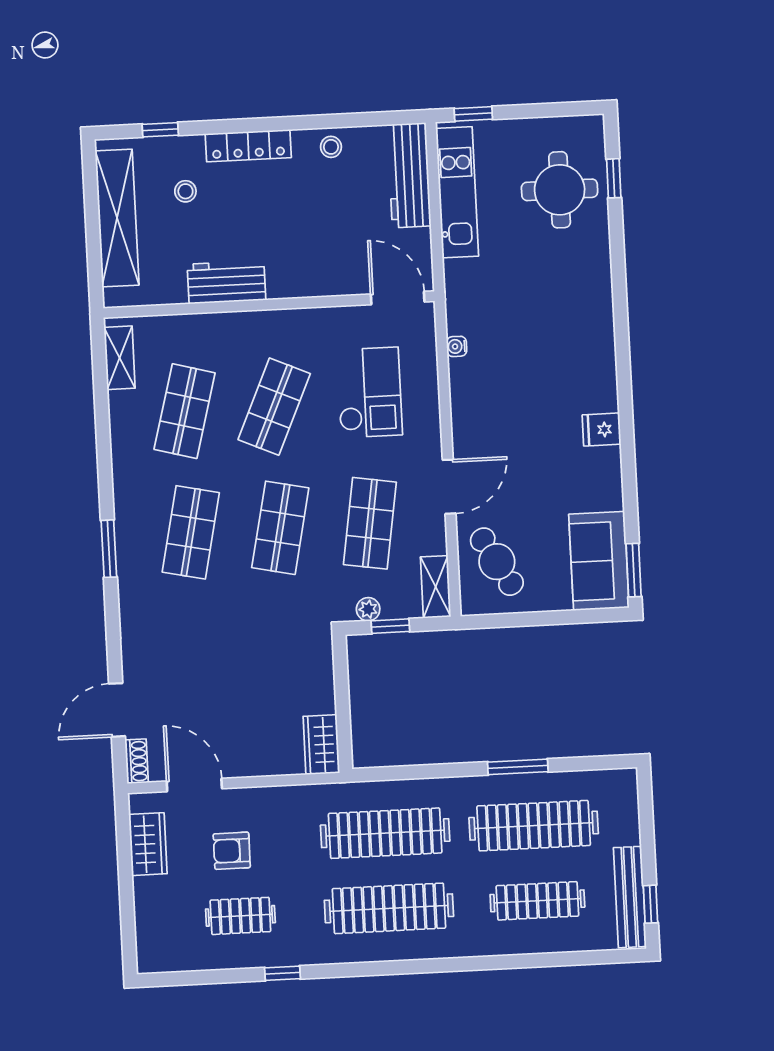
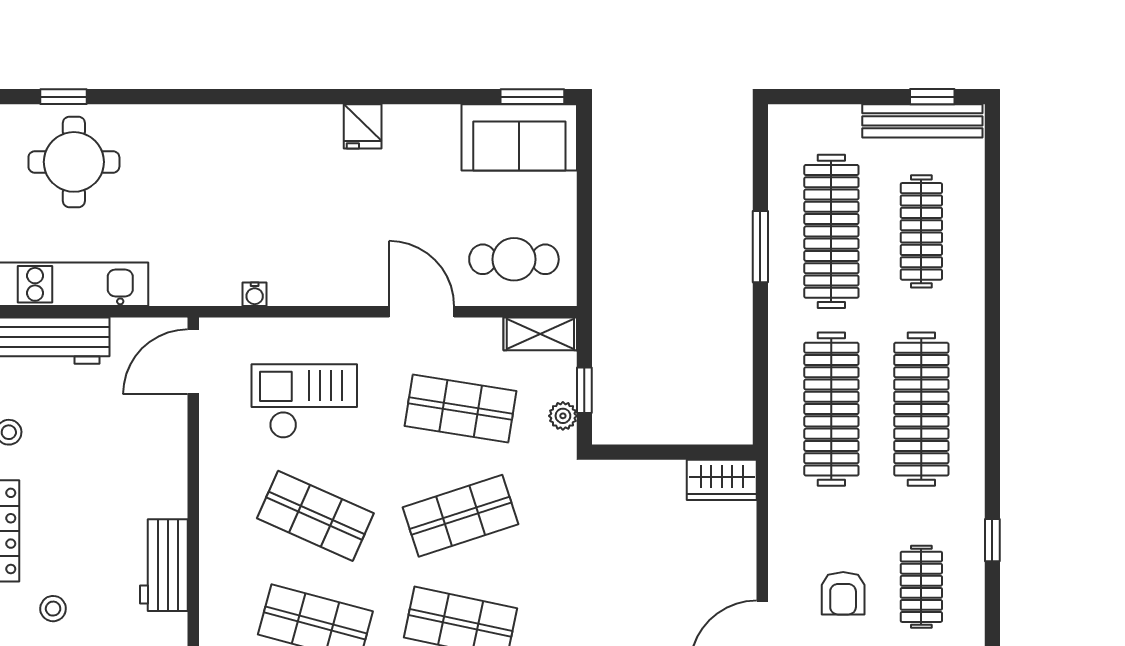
shop shelf: (280, 528) -> (460, 516), turned -30
cafe table: (497, 562) -> (514, 259), turned 30

